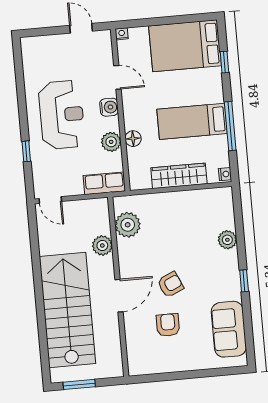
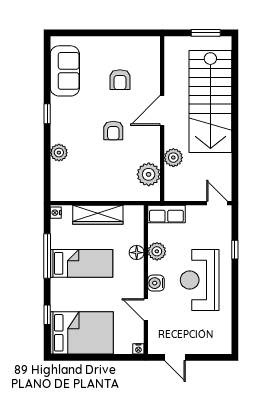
armchair: (170, 284) -> (113, 131), moved, turned -66

